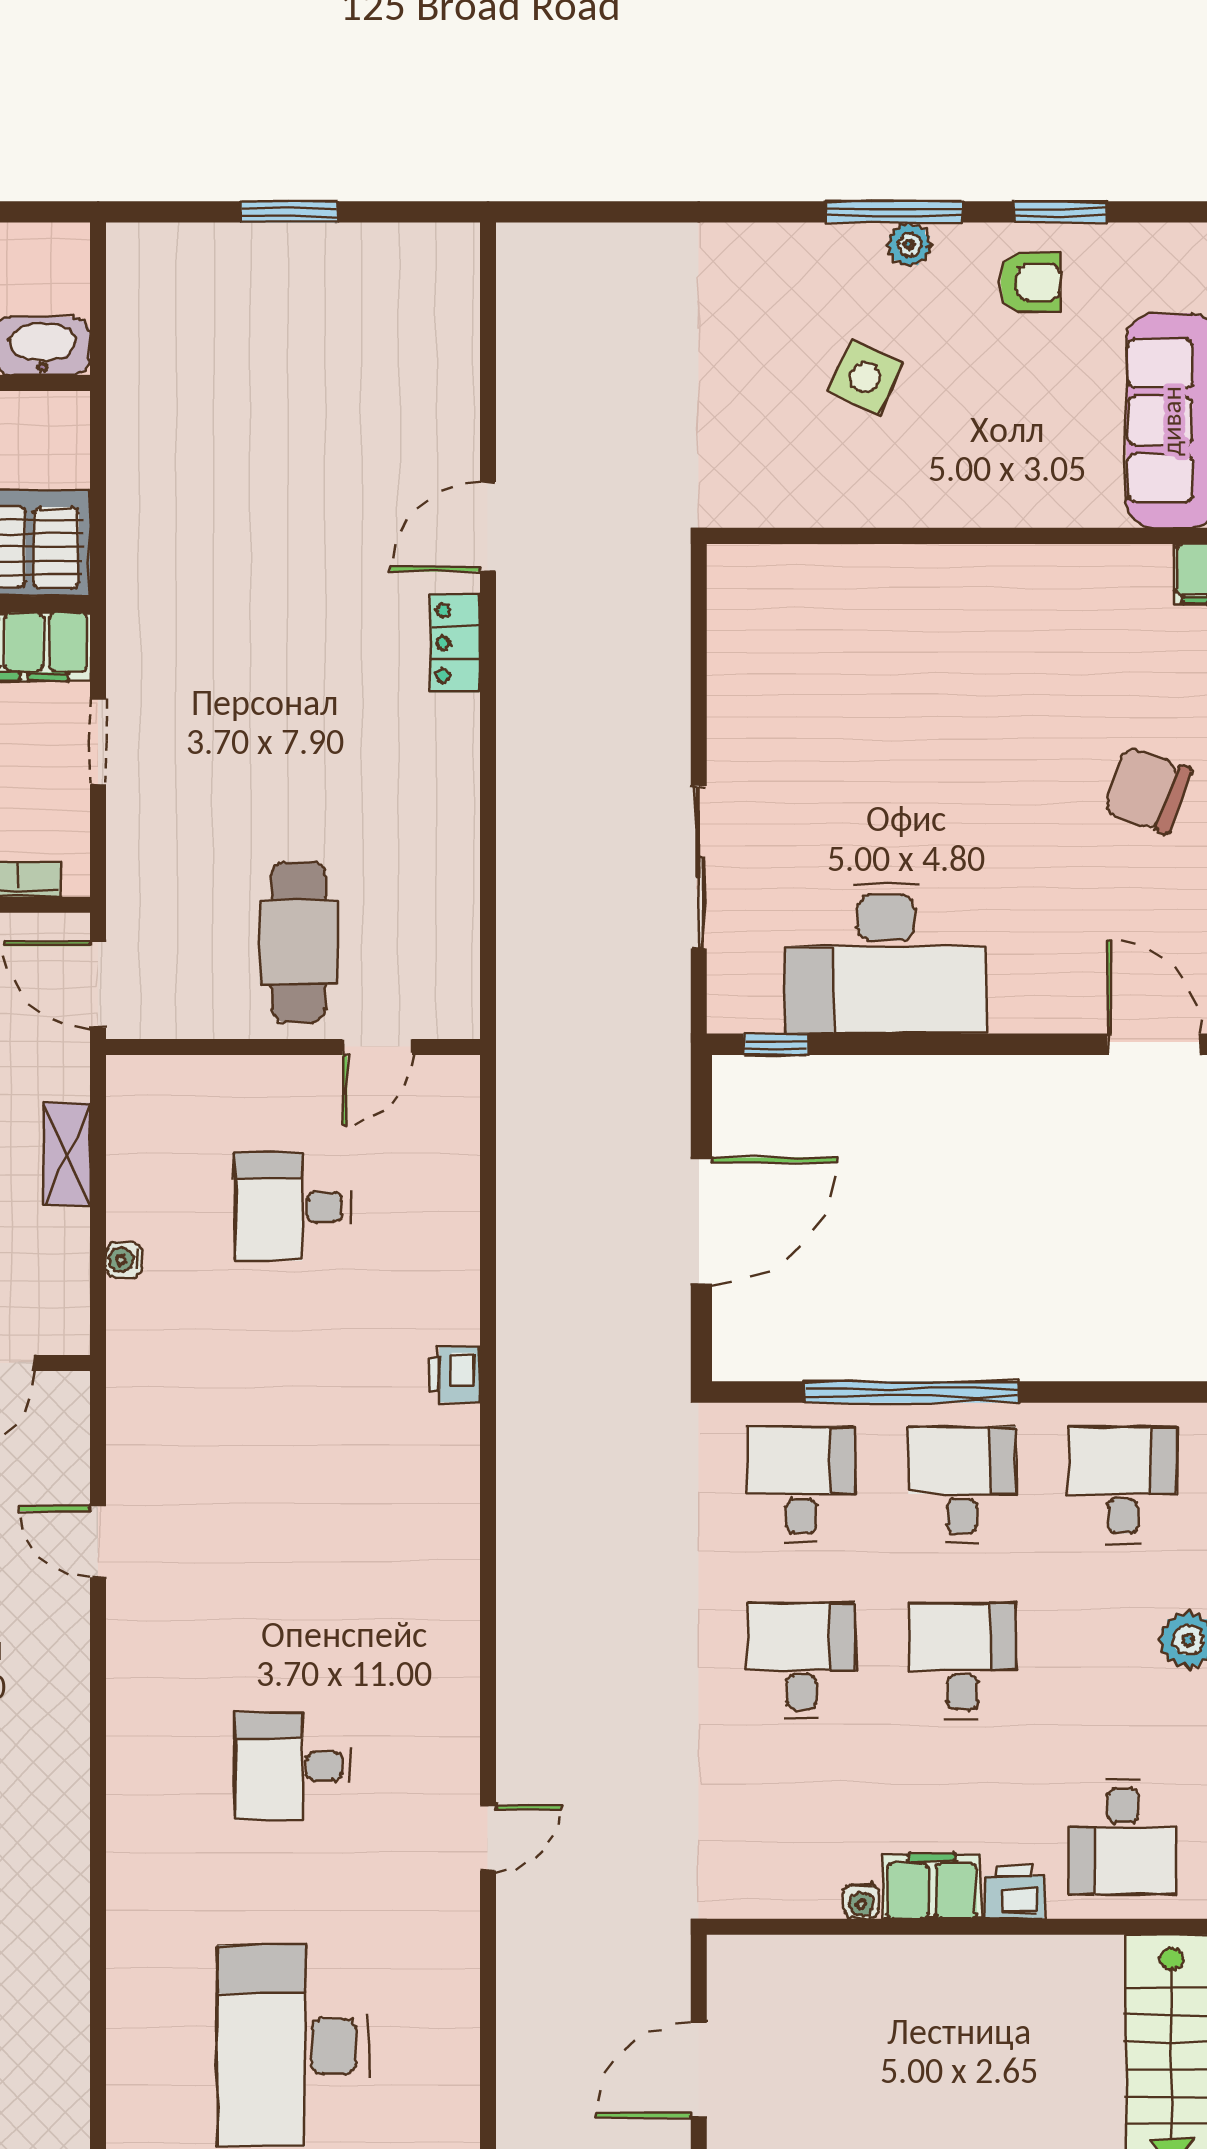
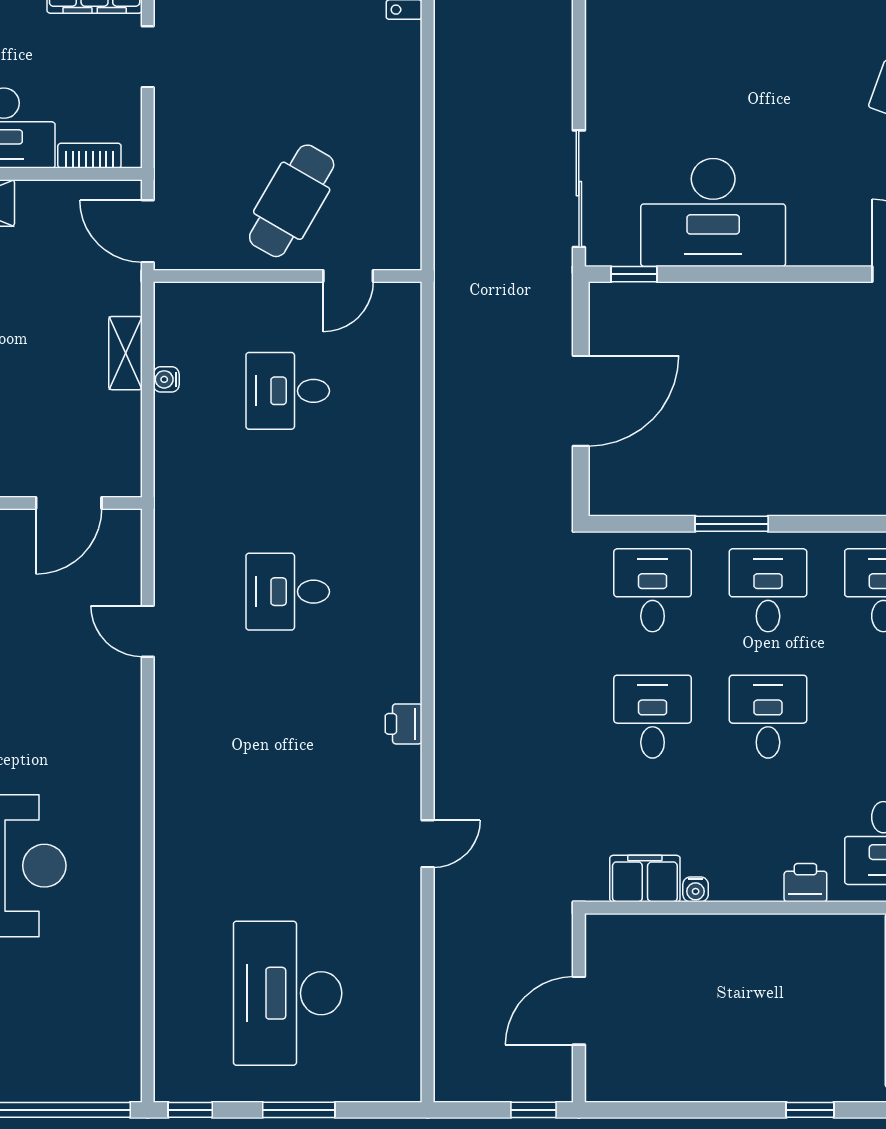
sliding door: (699, 867) -> (579, 189), moved
cafe table: (299, 942) -> (292, 201), turned 30
water cooler: (124, 1260) -> (166, 379), moved
printer: (455, 1374) -> (404, 724), moved
window: (911, 1392) -> (732, 524), width x0.47
desk: (293, 1766) -> (288, 592), moved
filing cabinet: (932, 1886) -> (645, 879), moved

